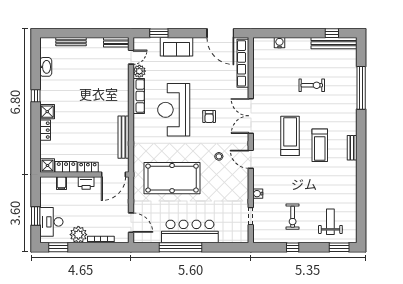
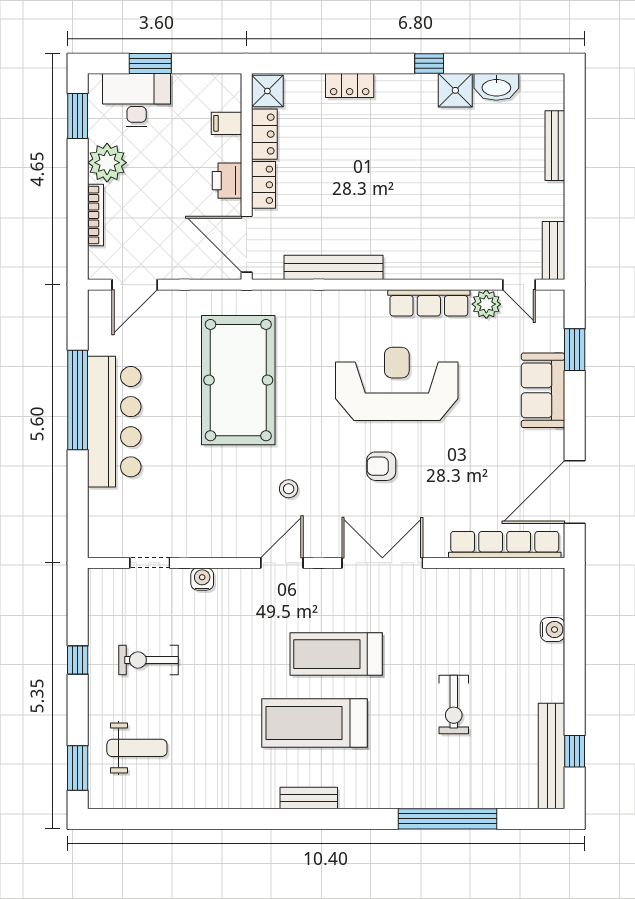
shower: (47, 112) -> (455, 90), moved
treadmill: (290, 136) -> (336, 654), turned 180
treadmill: (320, 145) -> (314, 723), width x1.37, depth x1.38

